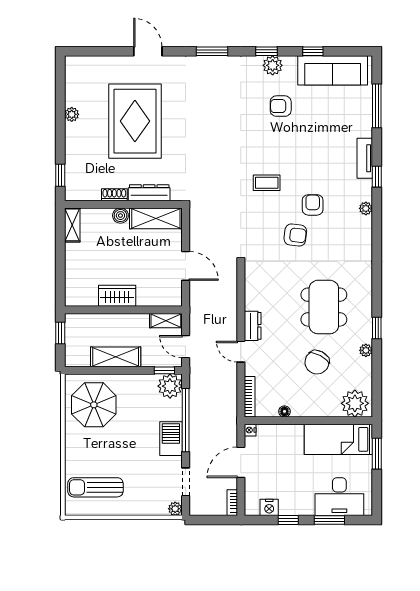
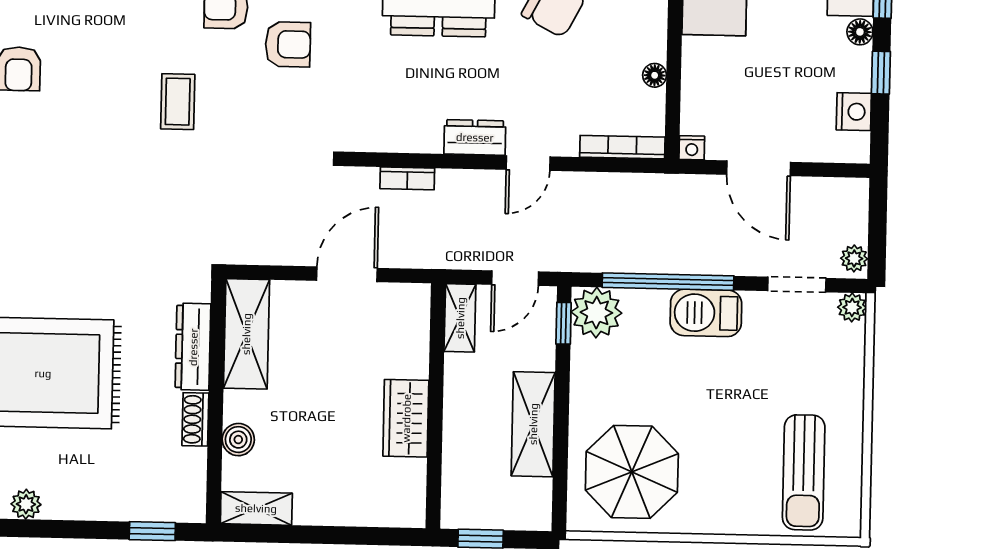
boiler: (120, 216) -> (238, 440), moved
armchair: (295, 235) -> (288, 44), turned 83
bookcase: (232, 503) -> (407, 178), moved
plant: (199, 509) -> (854, 258), added
floor lamp: (308, 510) -> (860, 32), added

